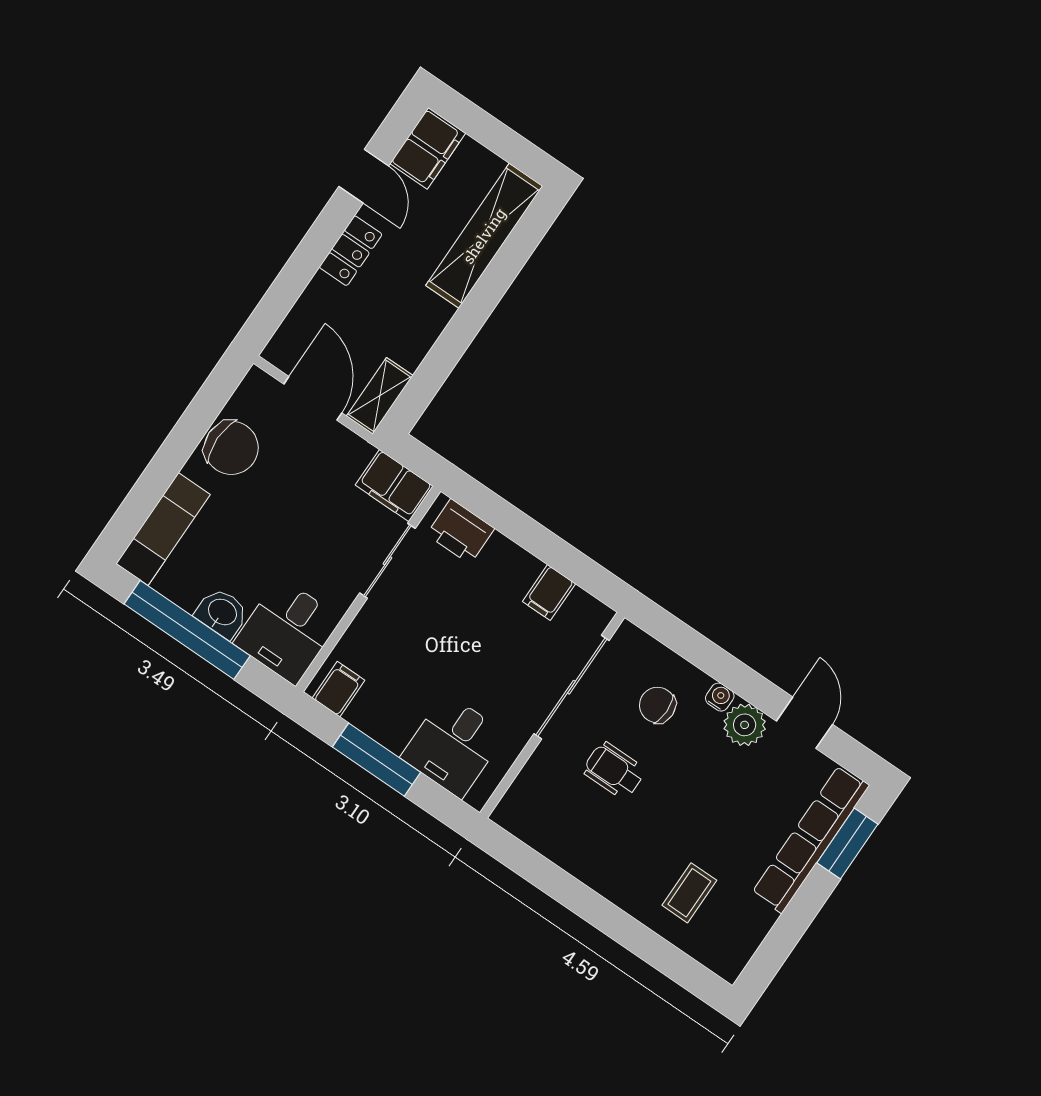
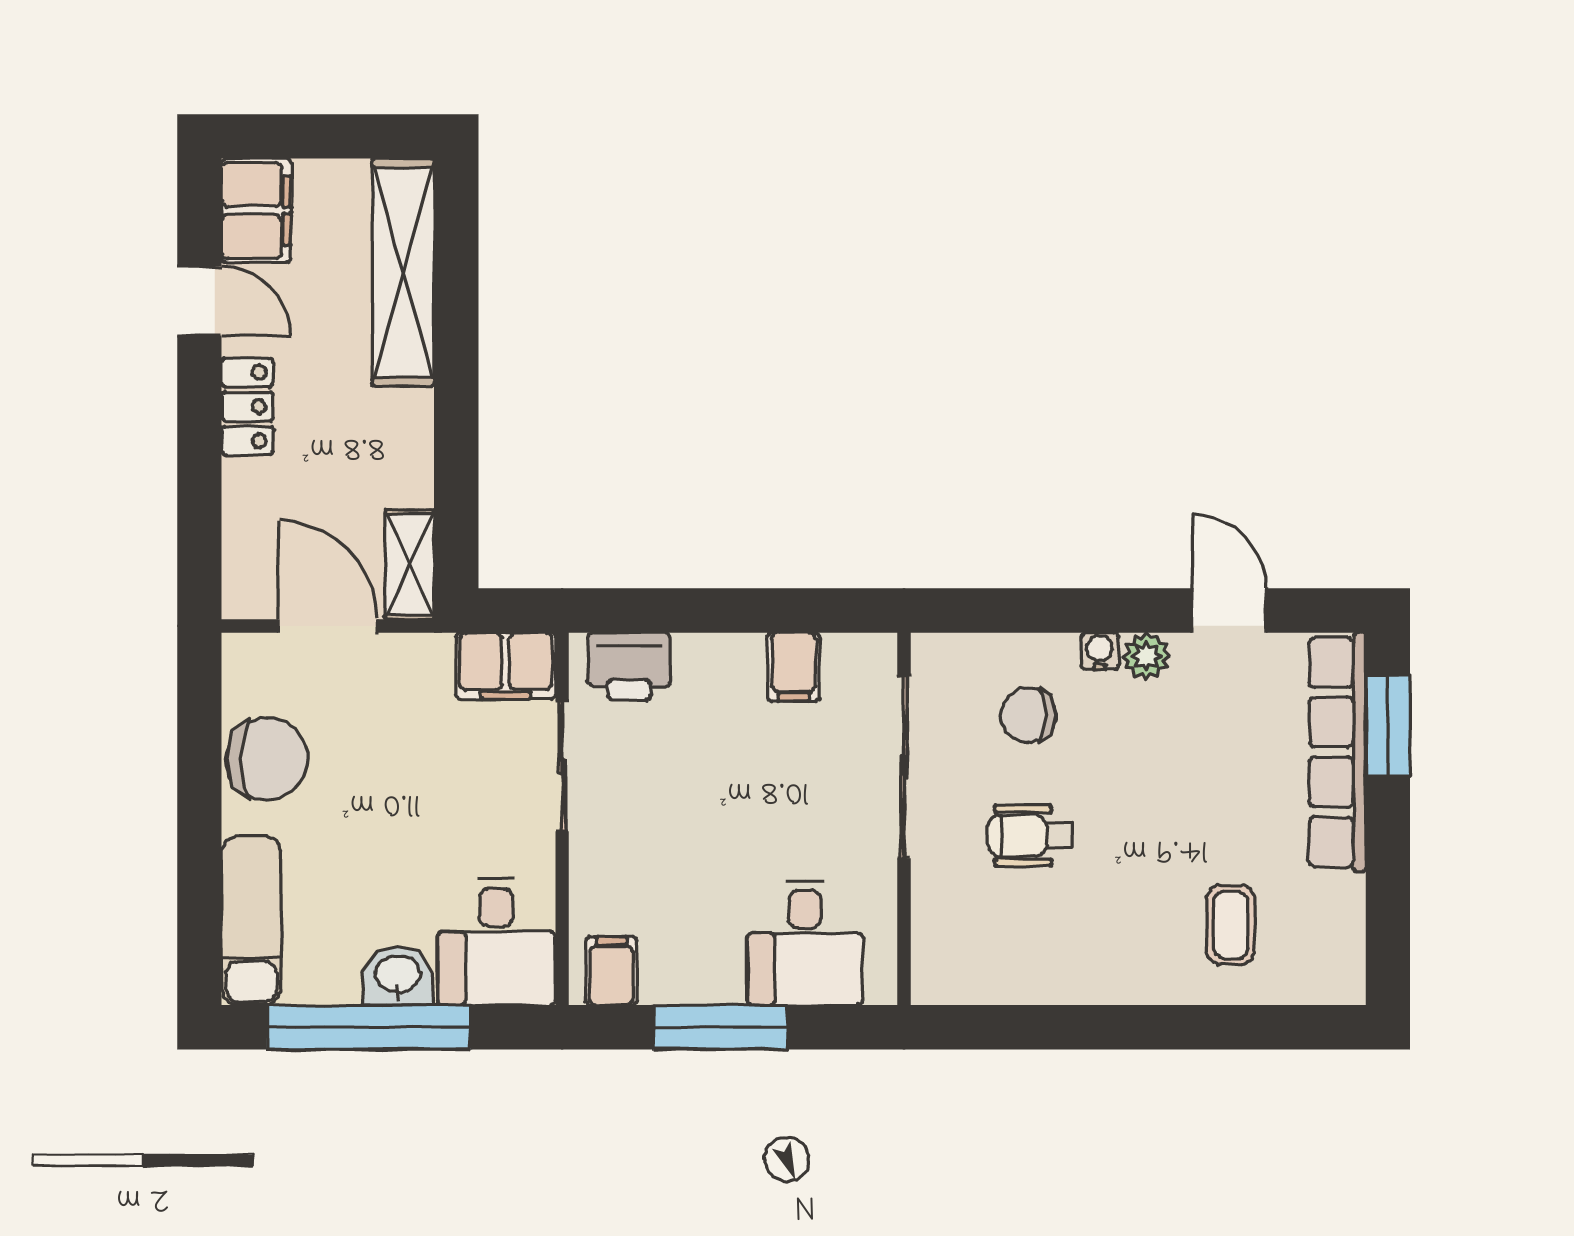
plant: (745, 725) -> (1146, 656), width x0.73, depth x0.73

